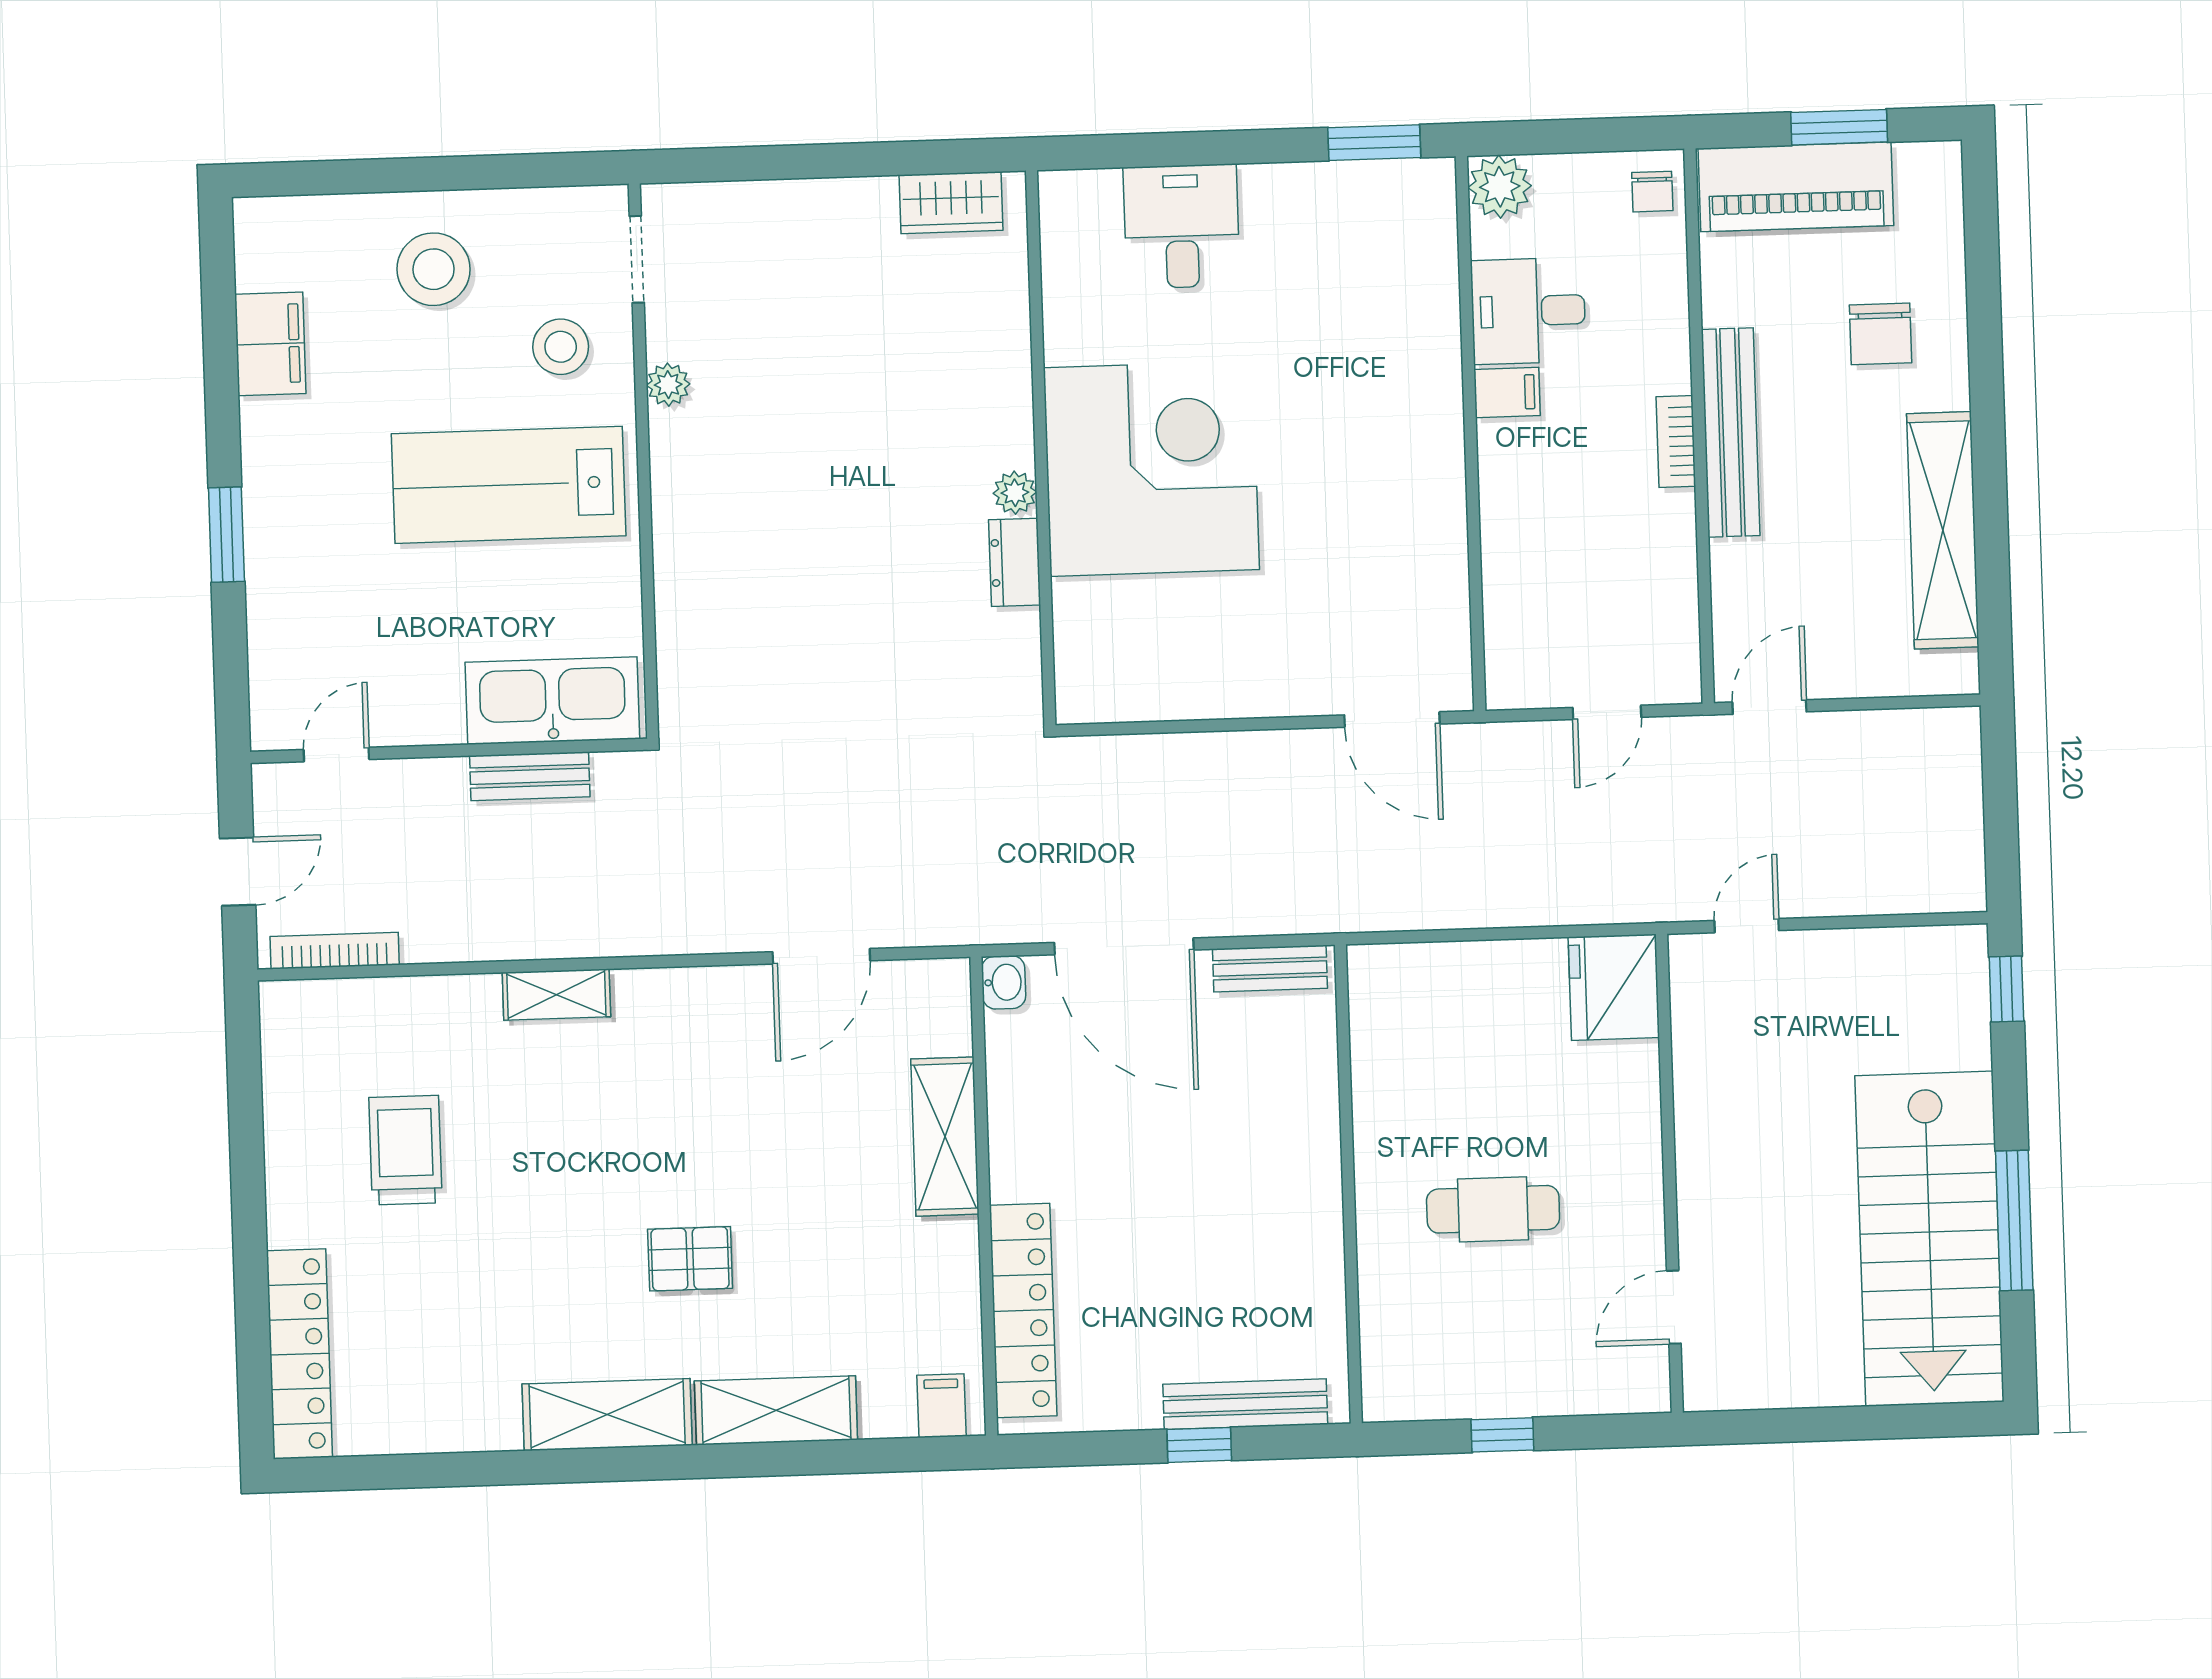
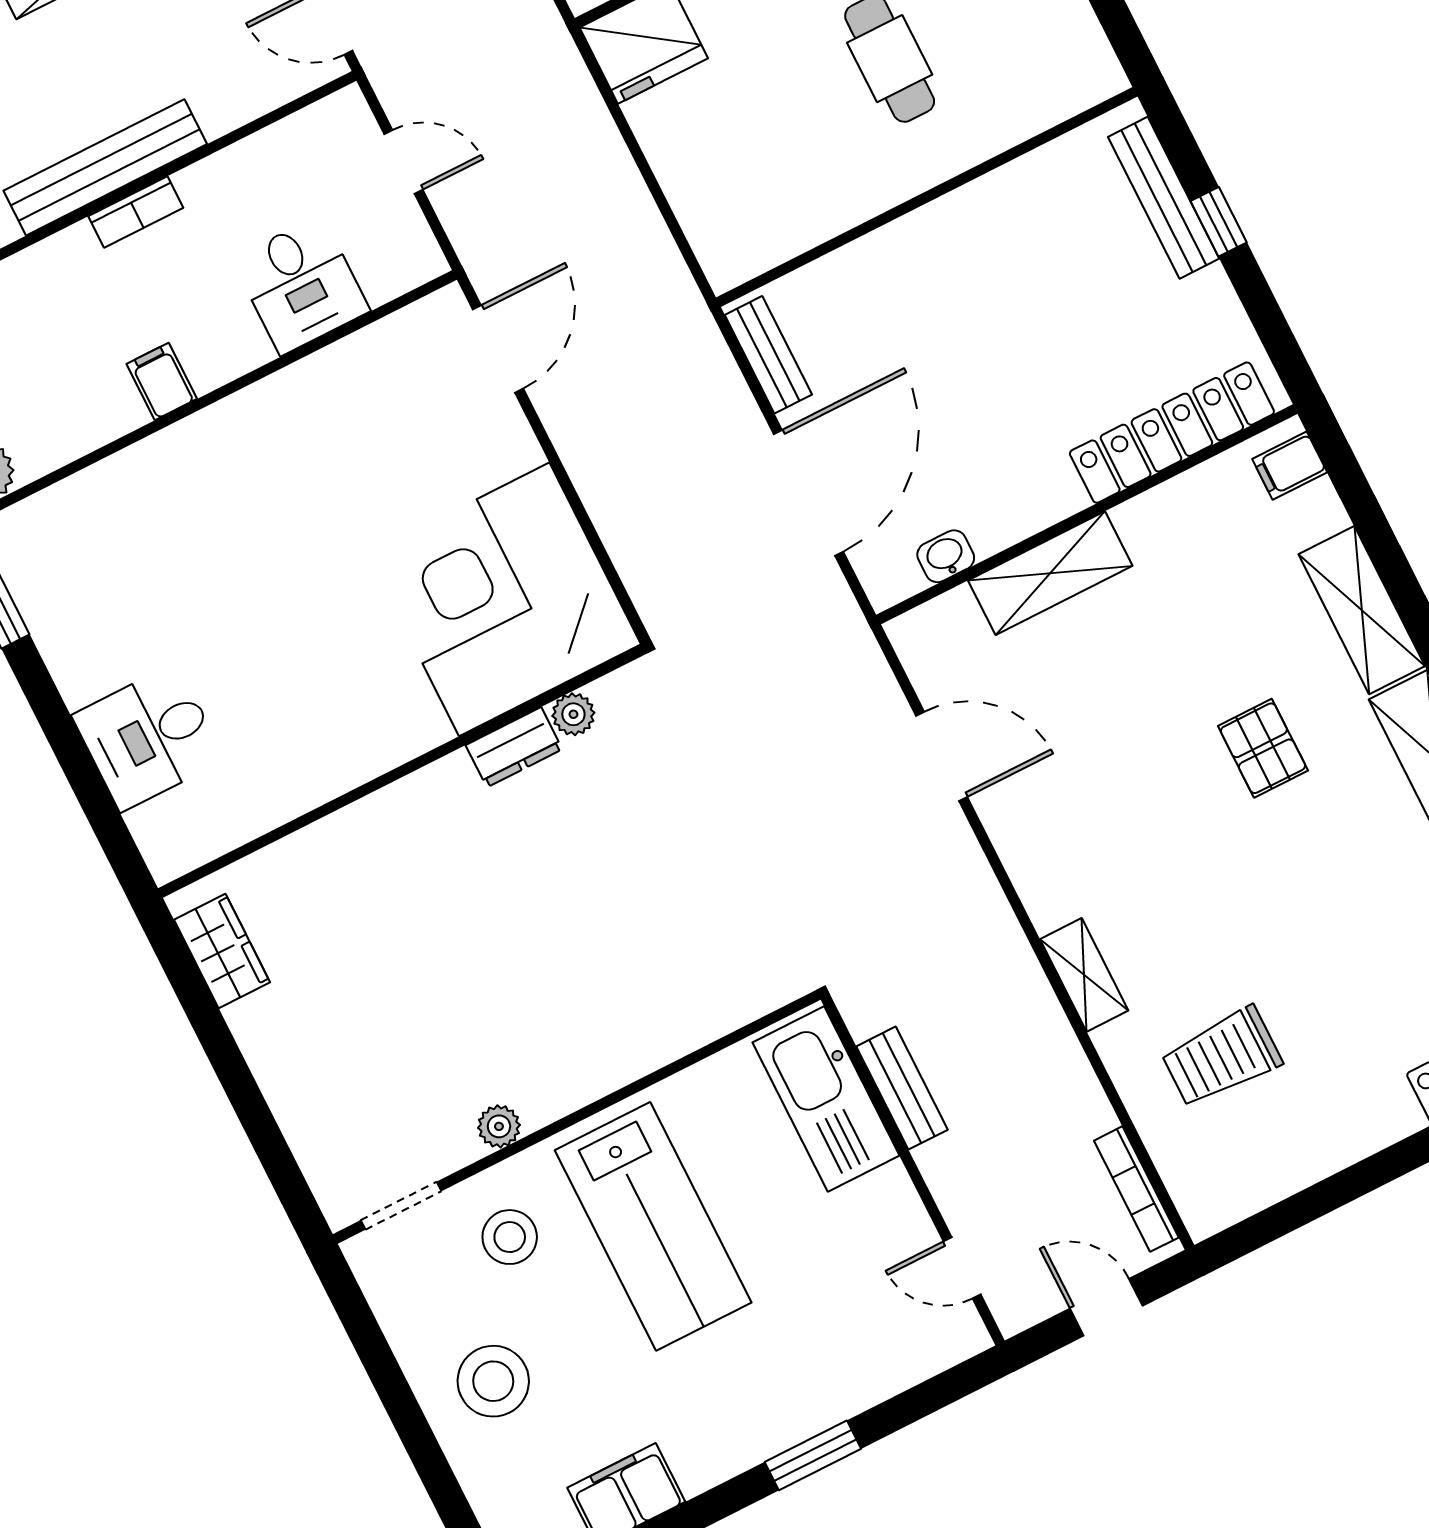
desk: (1528, 311) -> (301, 285), moved
corner desk: (1151, 469) -> (504, 599), moved
plant: (1015, 493) -> (573, 714), moved
washbasin: (1004, 982) -> (946, 556), moved
trolley: (405, 1150) -> (1222, 1057), moved

